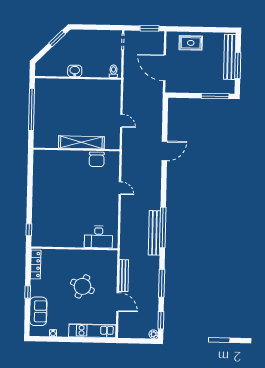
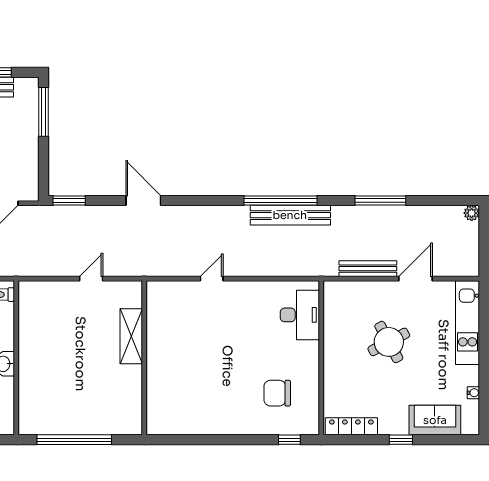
shelving: (81, 142) -> (131, 336), width x0.68
chair: (97, 159) -> (277, 393), moved, turned 180
round table: (82, 286) -> (389, 342), turned 38
window: (161, 320) -> (69, 200), moved

